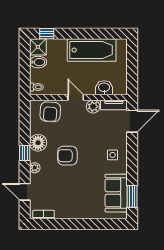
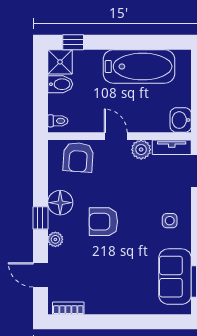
washbasin: (104, 88) -> (181, 120), moved, turned -90

